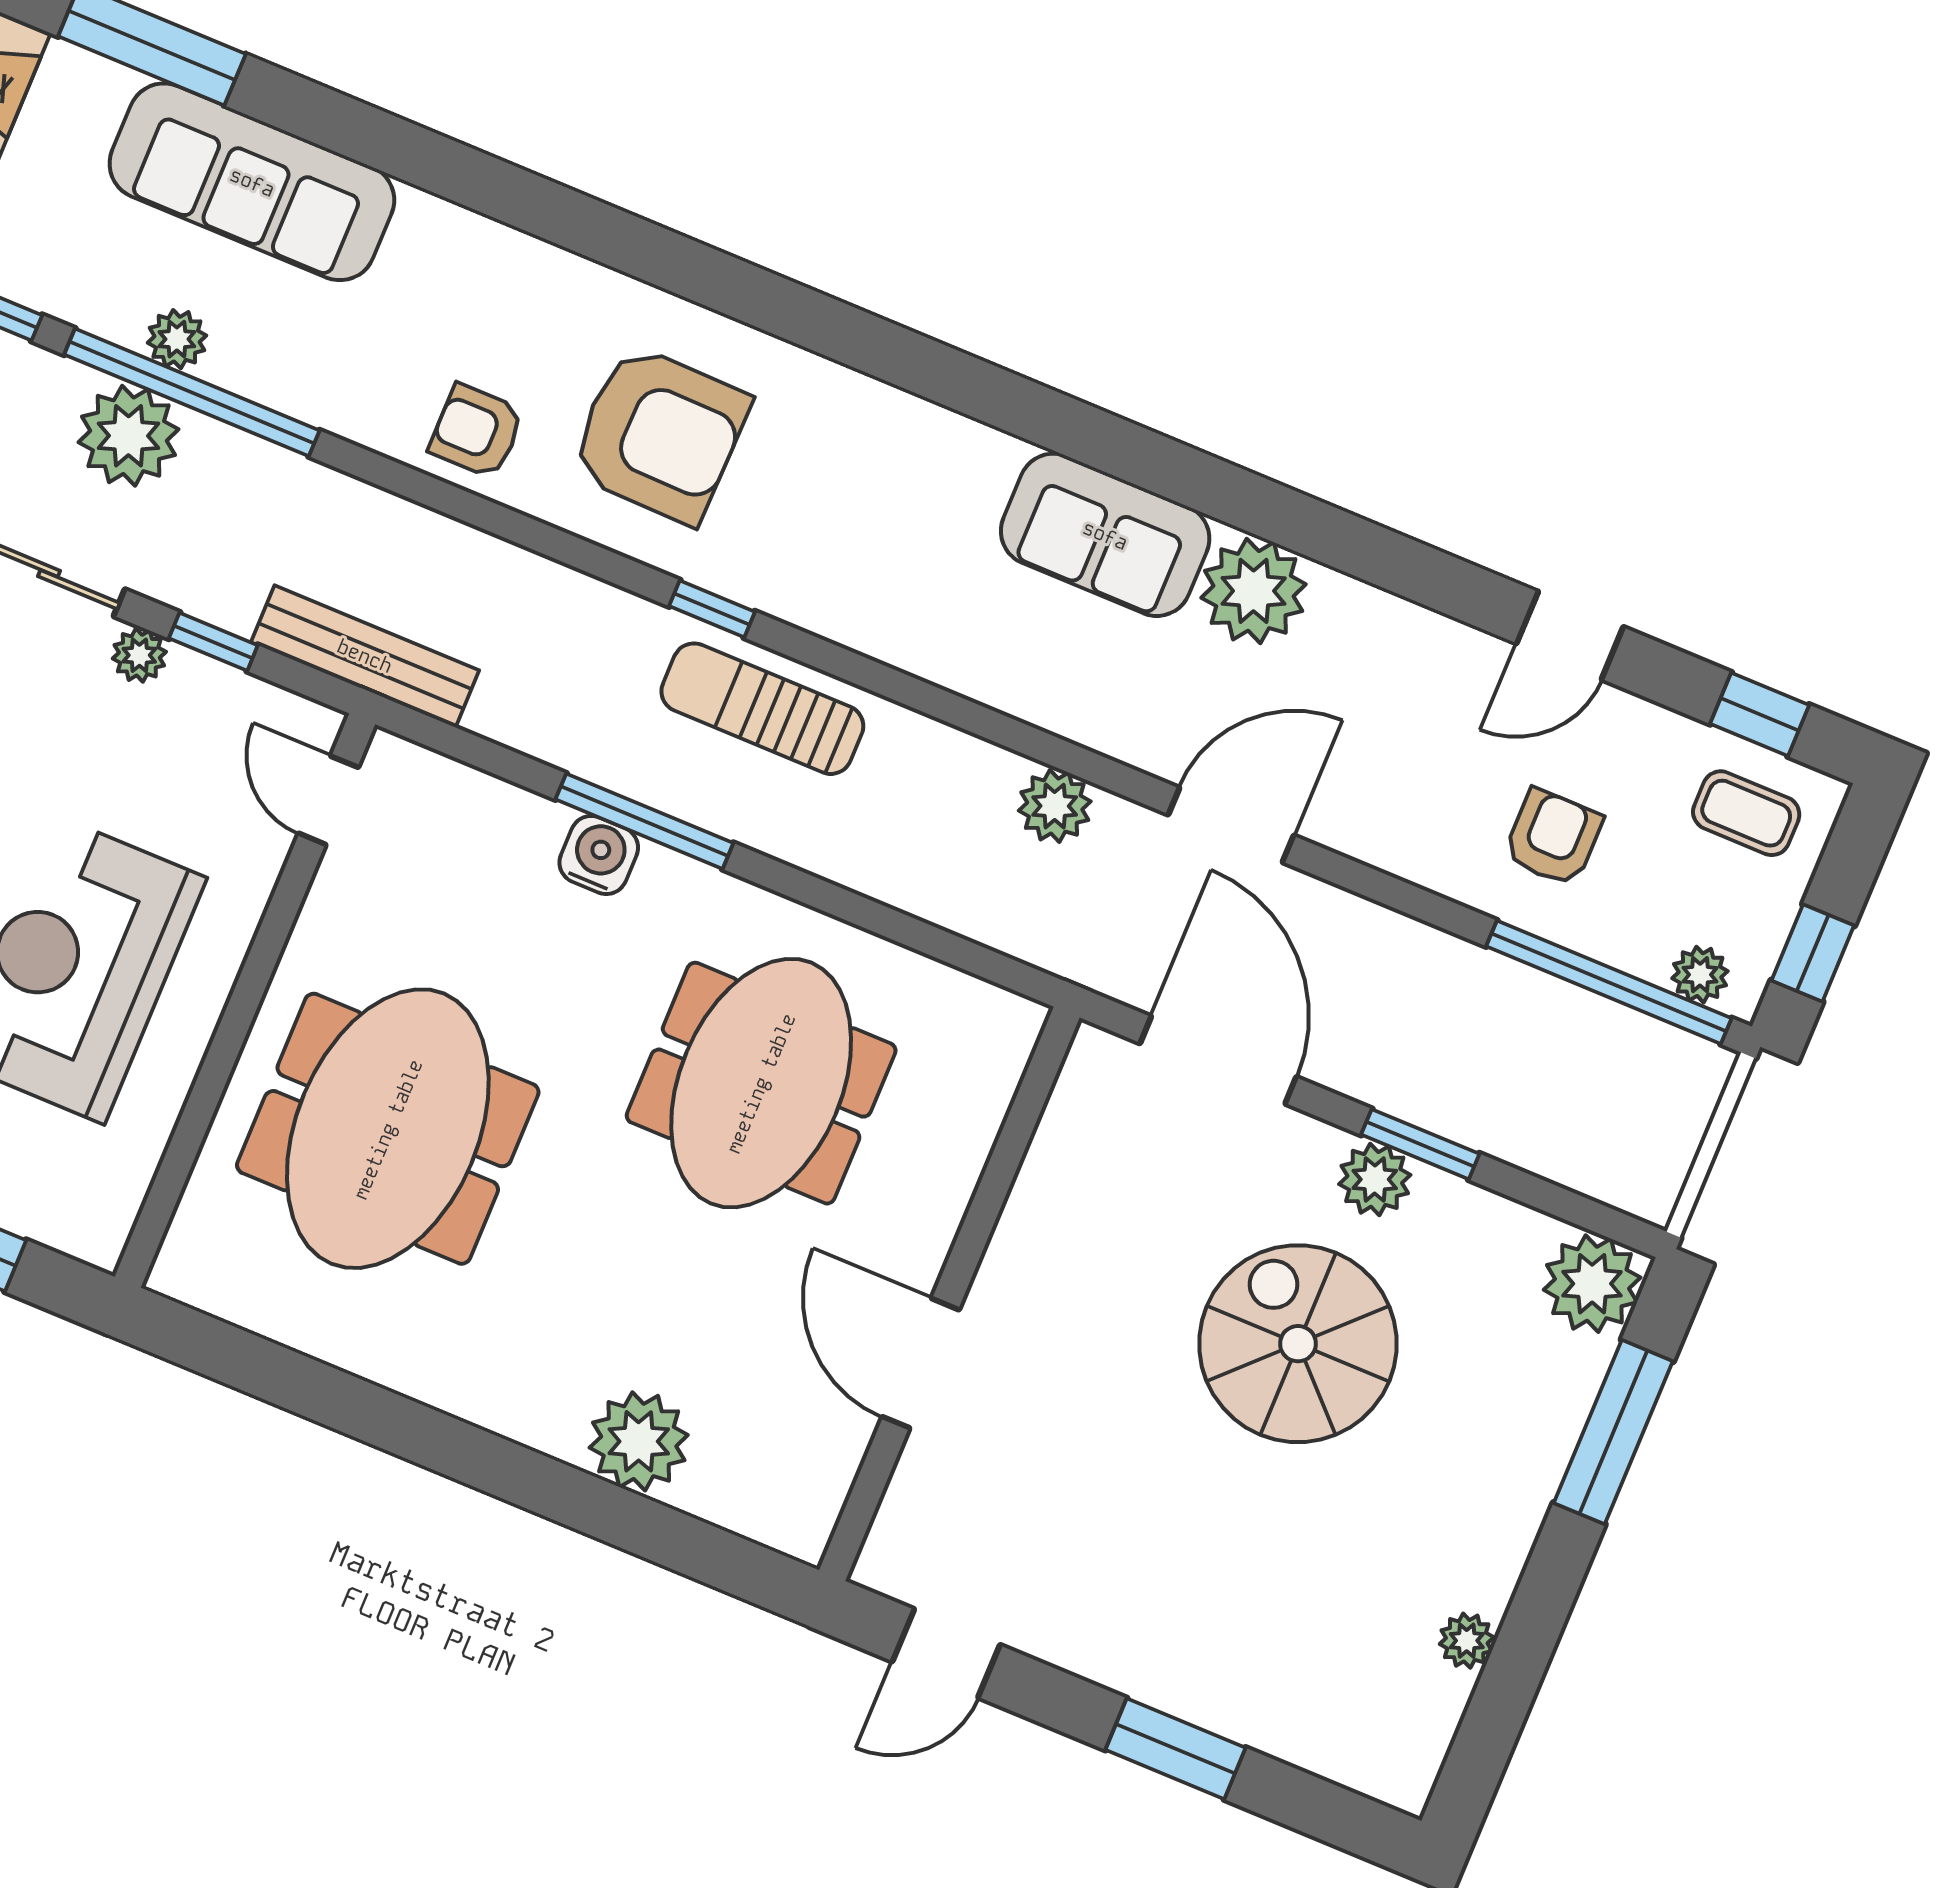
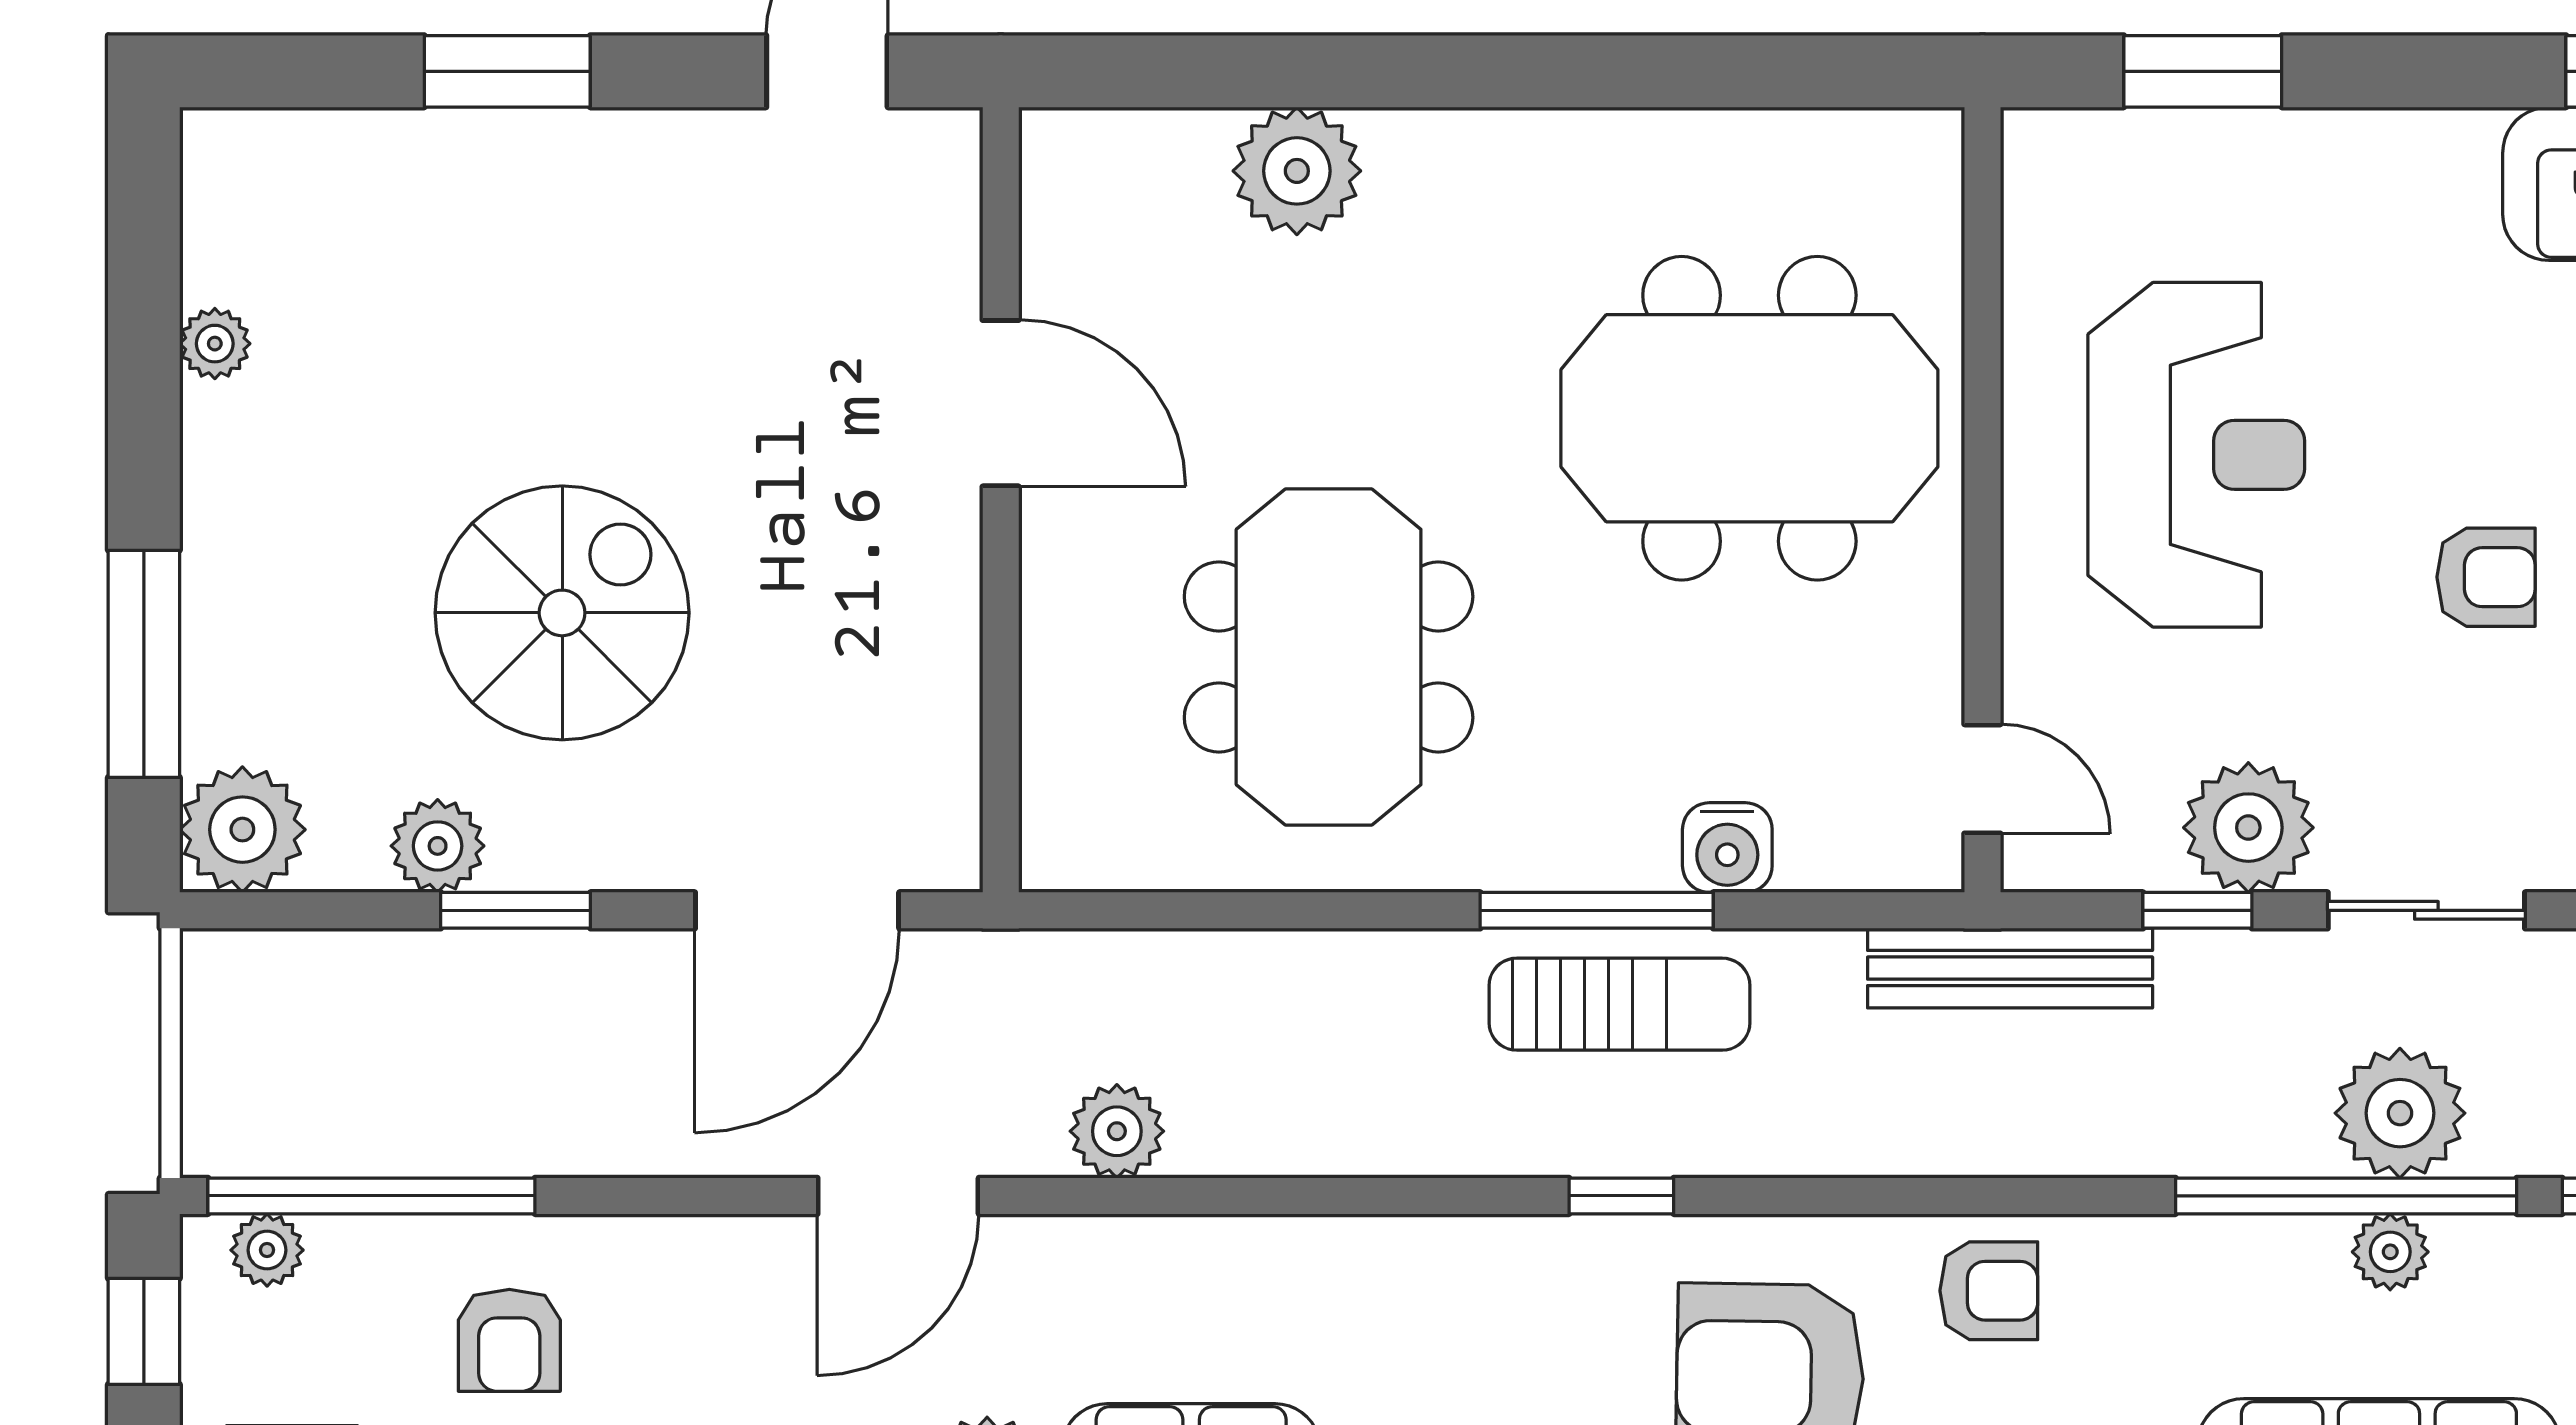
plant: (139, 655) -> (2248, 828), width x1.87, depth x1.87
sun lounger: (762, 709) -> (1620, 1004), moved
water cooler: (599, 855) -> (1727, 848), moved
door: (1218, 1060) -> (797, 910), hinge flipped
meeting table: (388, 1129) -> (1749, 418), turned 90
plant: (1375, 1179) -> (438, 846), moved
spiral stairs: (1298, 1344) -> (562, 613), turned -90

